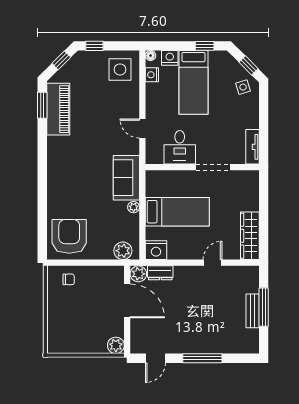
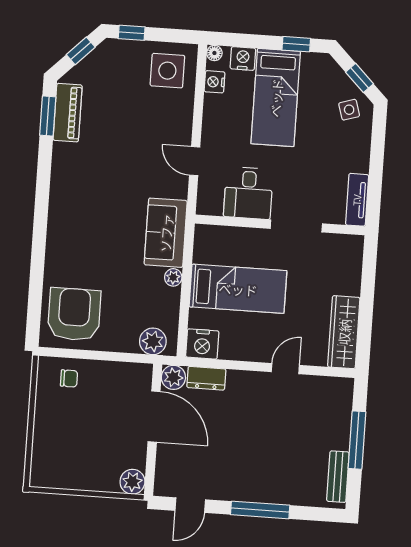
piano: (58, 109) -> (68, 113), width x0.73, depth x0.75
bench: (253, 311) -> (338, 477), moved

